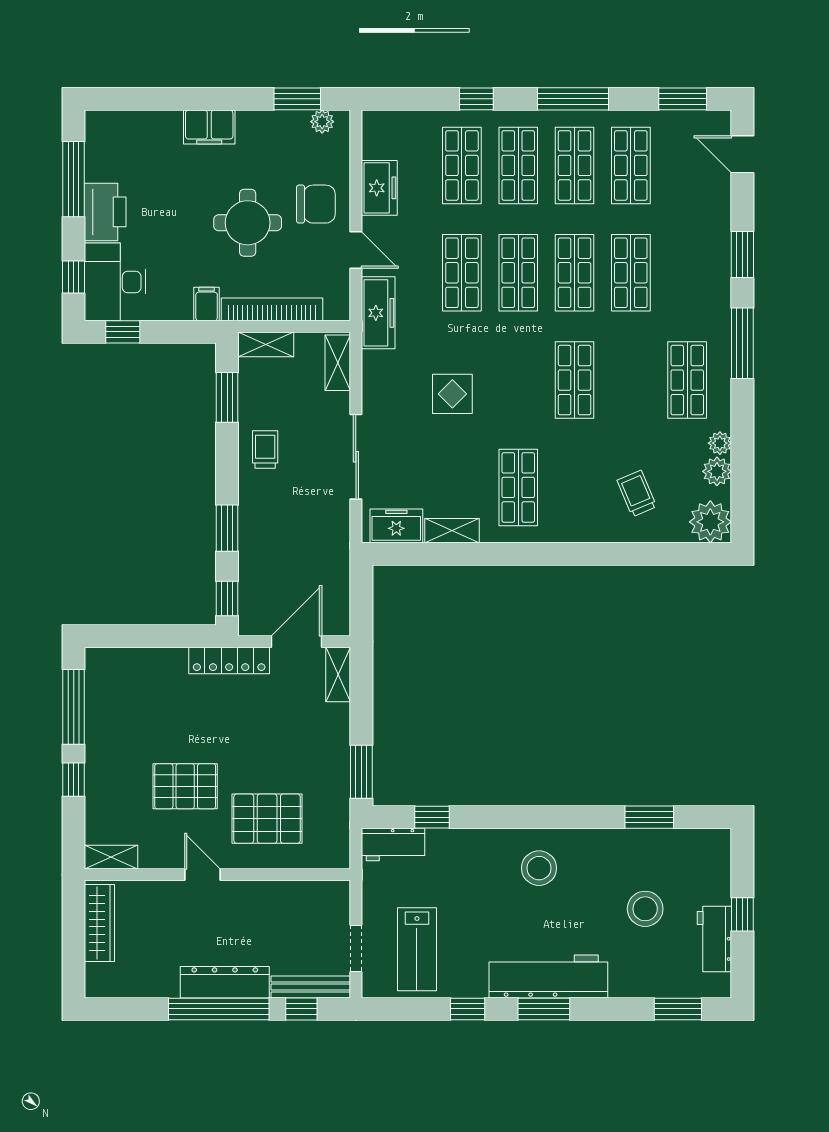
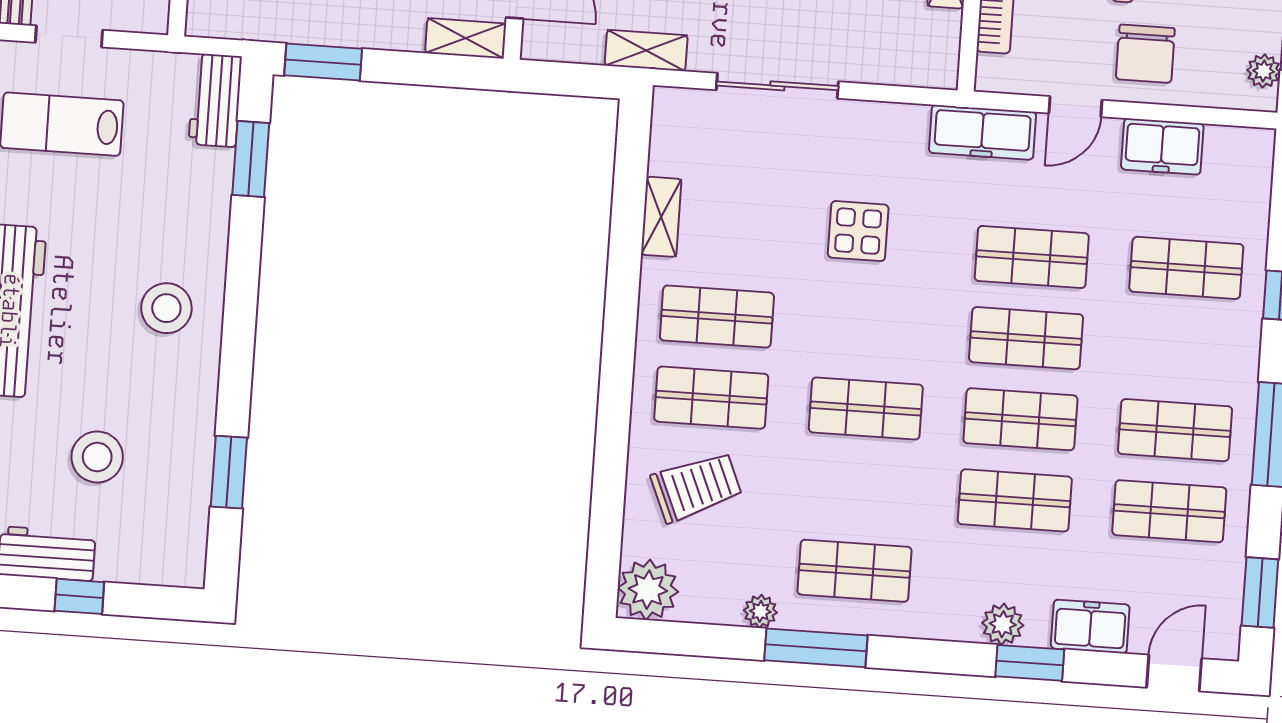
shop shelf: (518, 165) -> (711, 398), moved
window: (742, 343) -> (816, 648), moved
shelving: (338, 363) -> (646, 50), moved
plant: (717, 471) -> (1003, 624), moved
trolley: (637, 493) -> (696, 487), width x1.36, depth x1.39
freezer: (396, 526) -> (1090, 627), moved, turned -90
window: (432, 817) -> (251, 159), width x1.50

